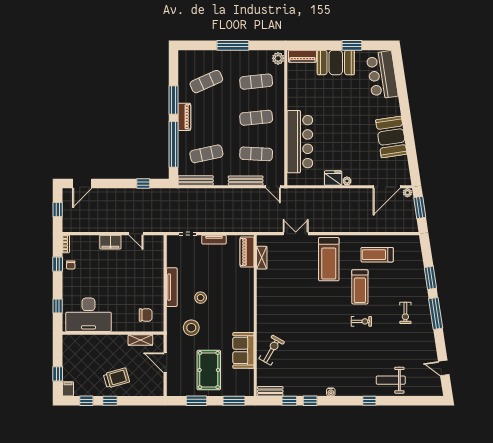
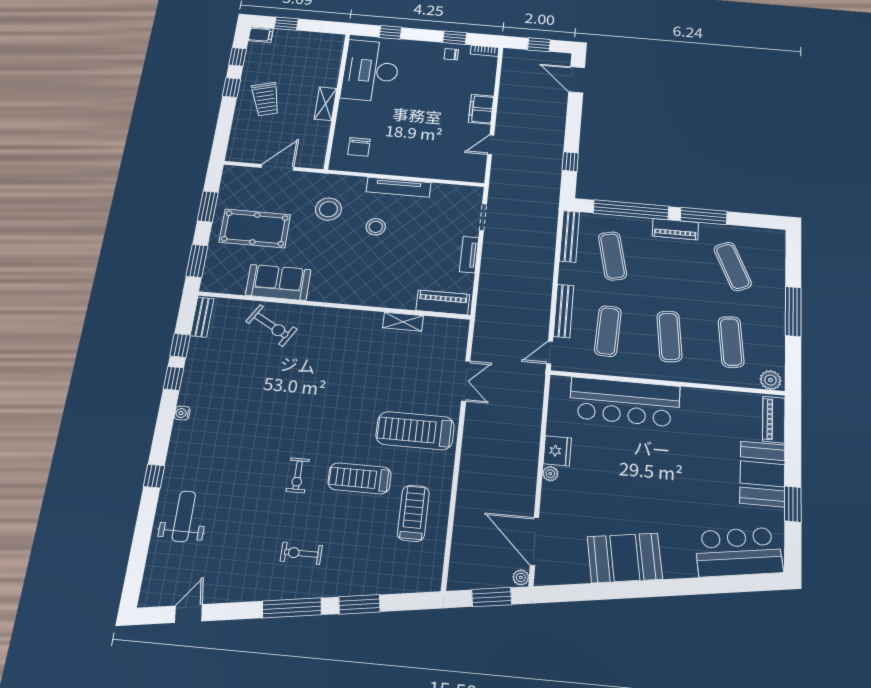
shelving: (262, 258) -> (403, 322), moved
shelving: (140, 340) -> (326, 104), moved

